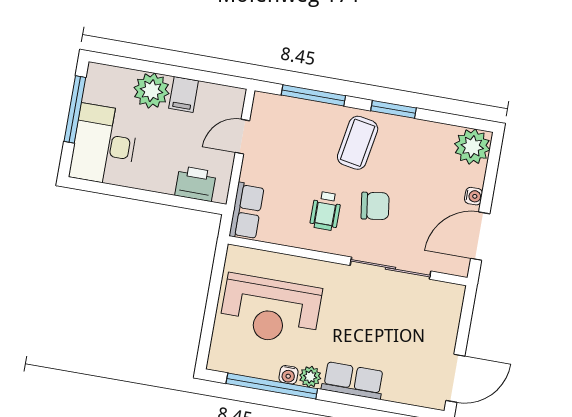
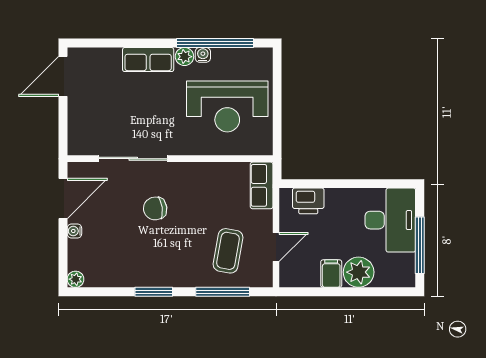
coffee table: (358, 143) -> (228, 251), moved
plant: (472, 147) -> (75, 279), width x0.53, depth x0.53
wheelchair: (326, 211) -> (196, 197), removed
reception desk: (271, 310) -> (227, 107), turned 180

